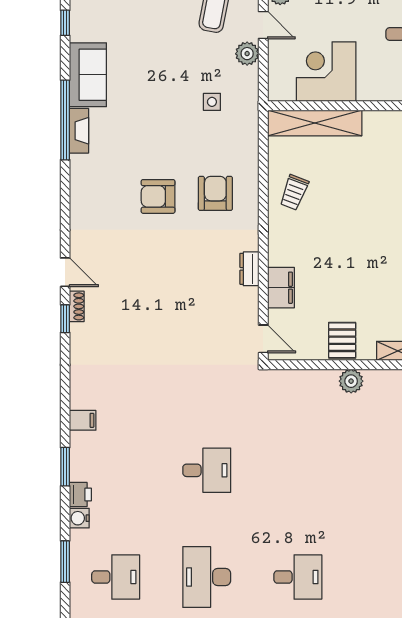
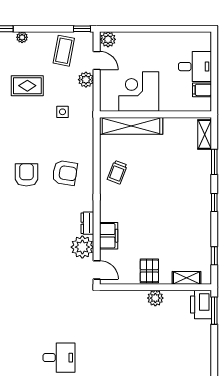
rug: (159, 63) -> (27, 86), added
armchair: (215, 193) -> (65, 173), turned 99
armchair: (158, 196) -> (26, 175), turned 90
plant: (242, 305) -> (82, 247), added

